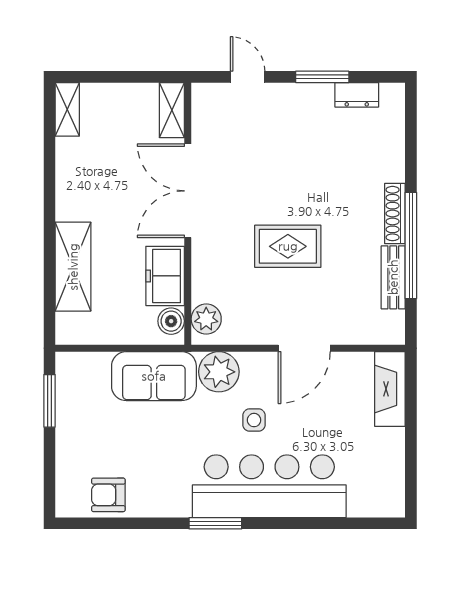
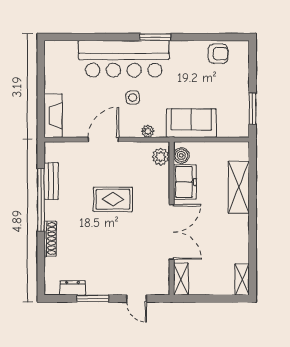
shoe rack: (395, 214) -> (50, 239), moved
plant: (219, 372) -> (148, 131), width x0.53, depth x0.53

